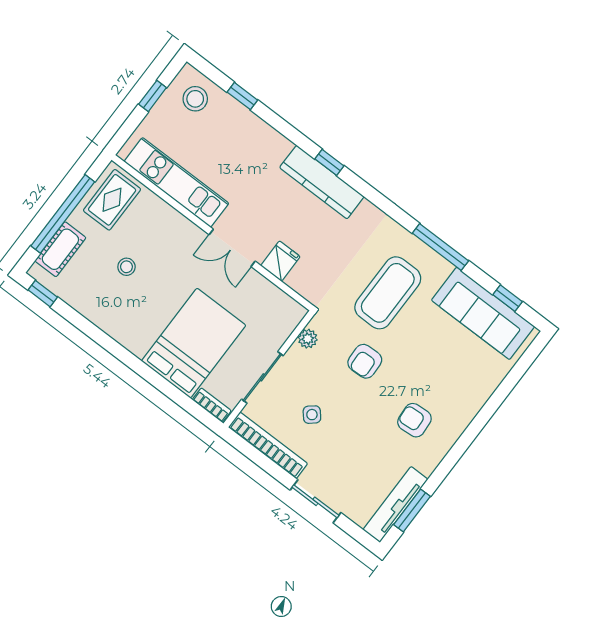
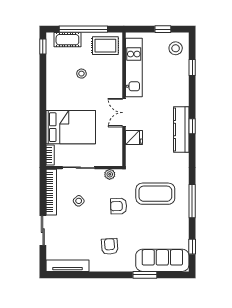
sofa: (483, 313) -> (162, 260), moved, turned 90
window: (412, 510) -> (145, 275), moved

